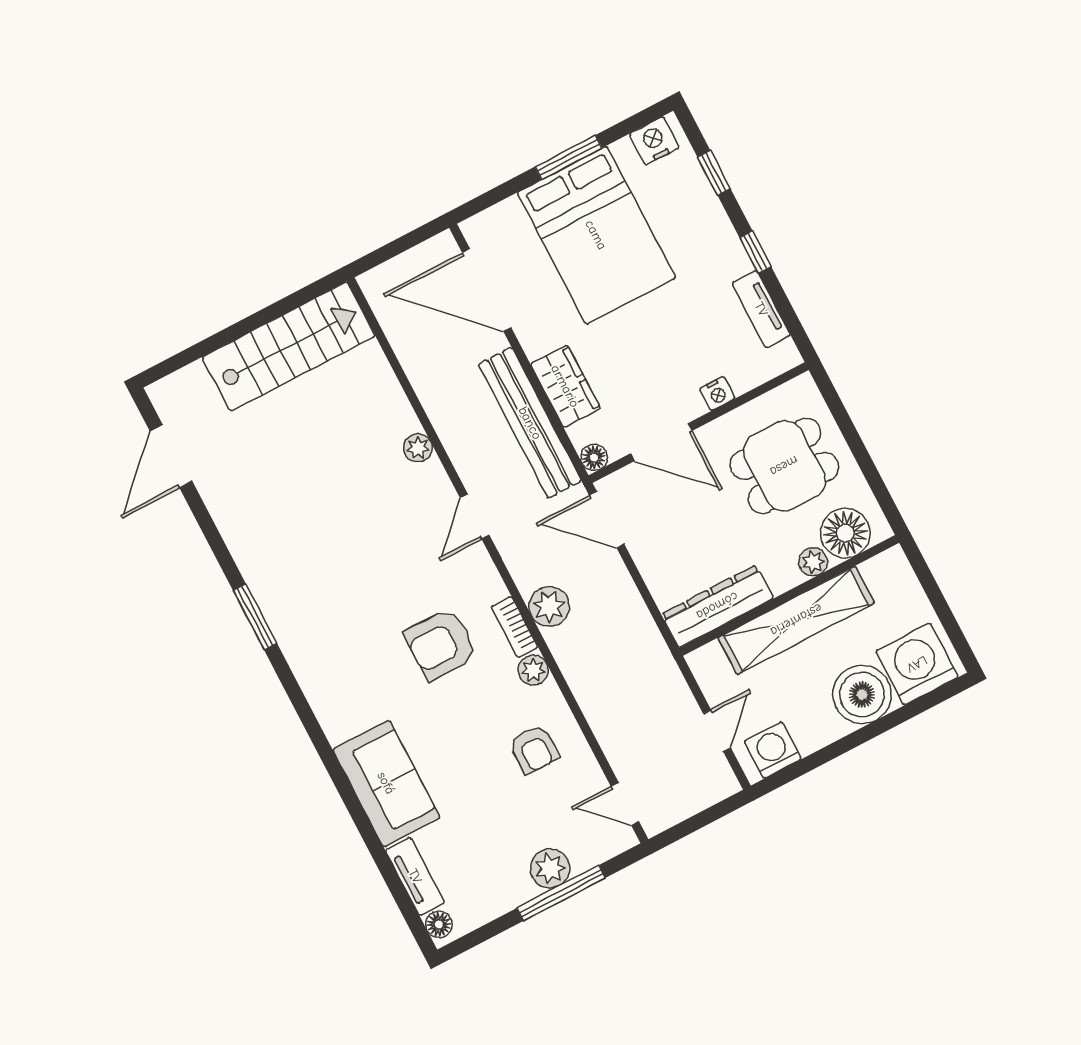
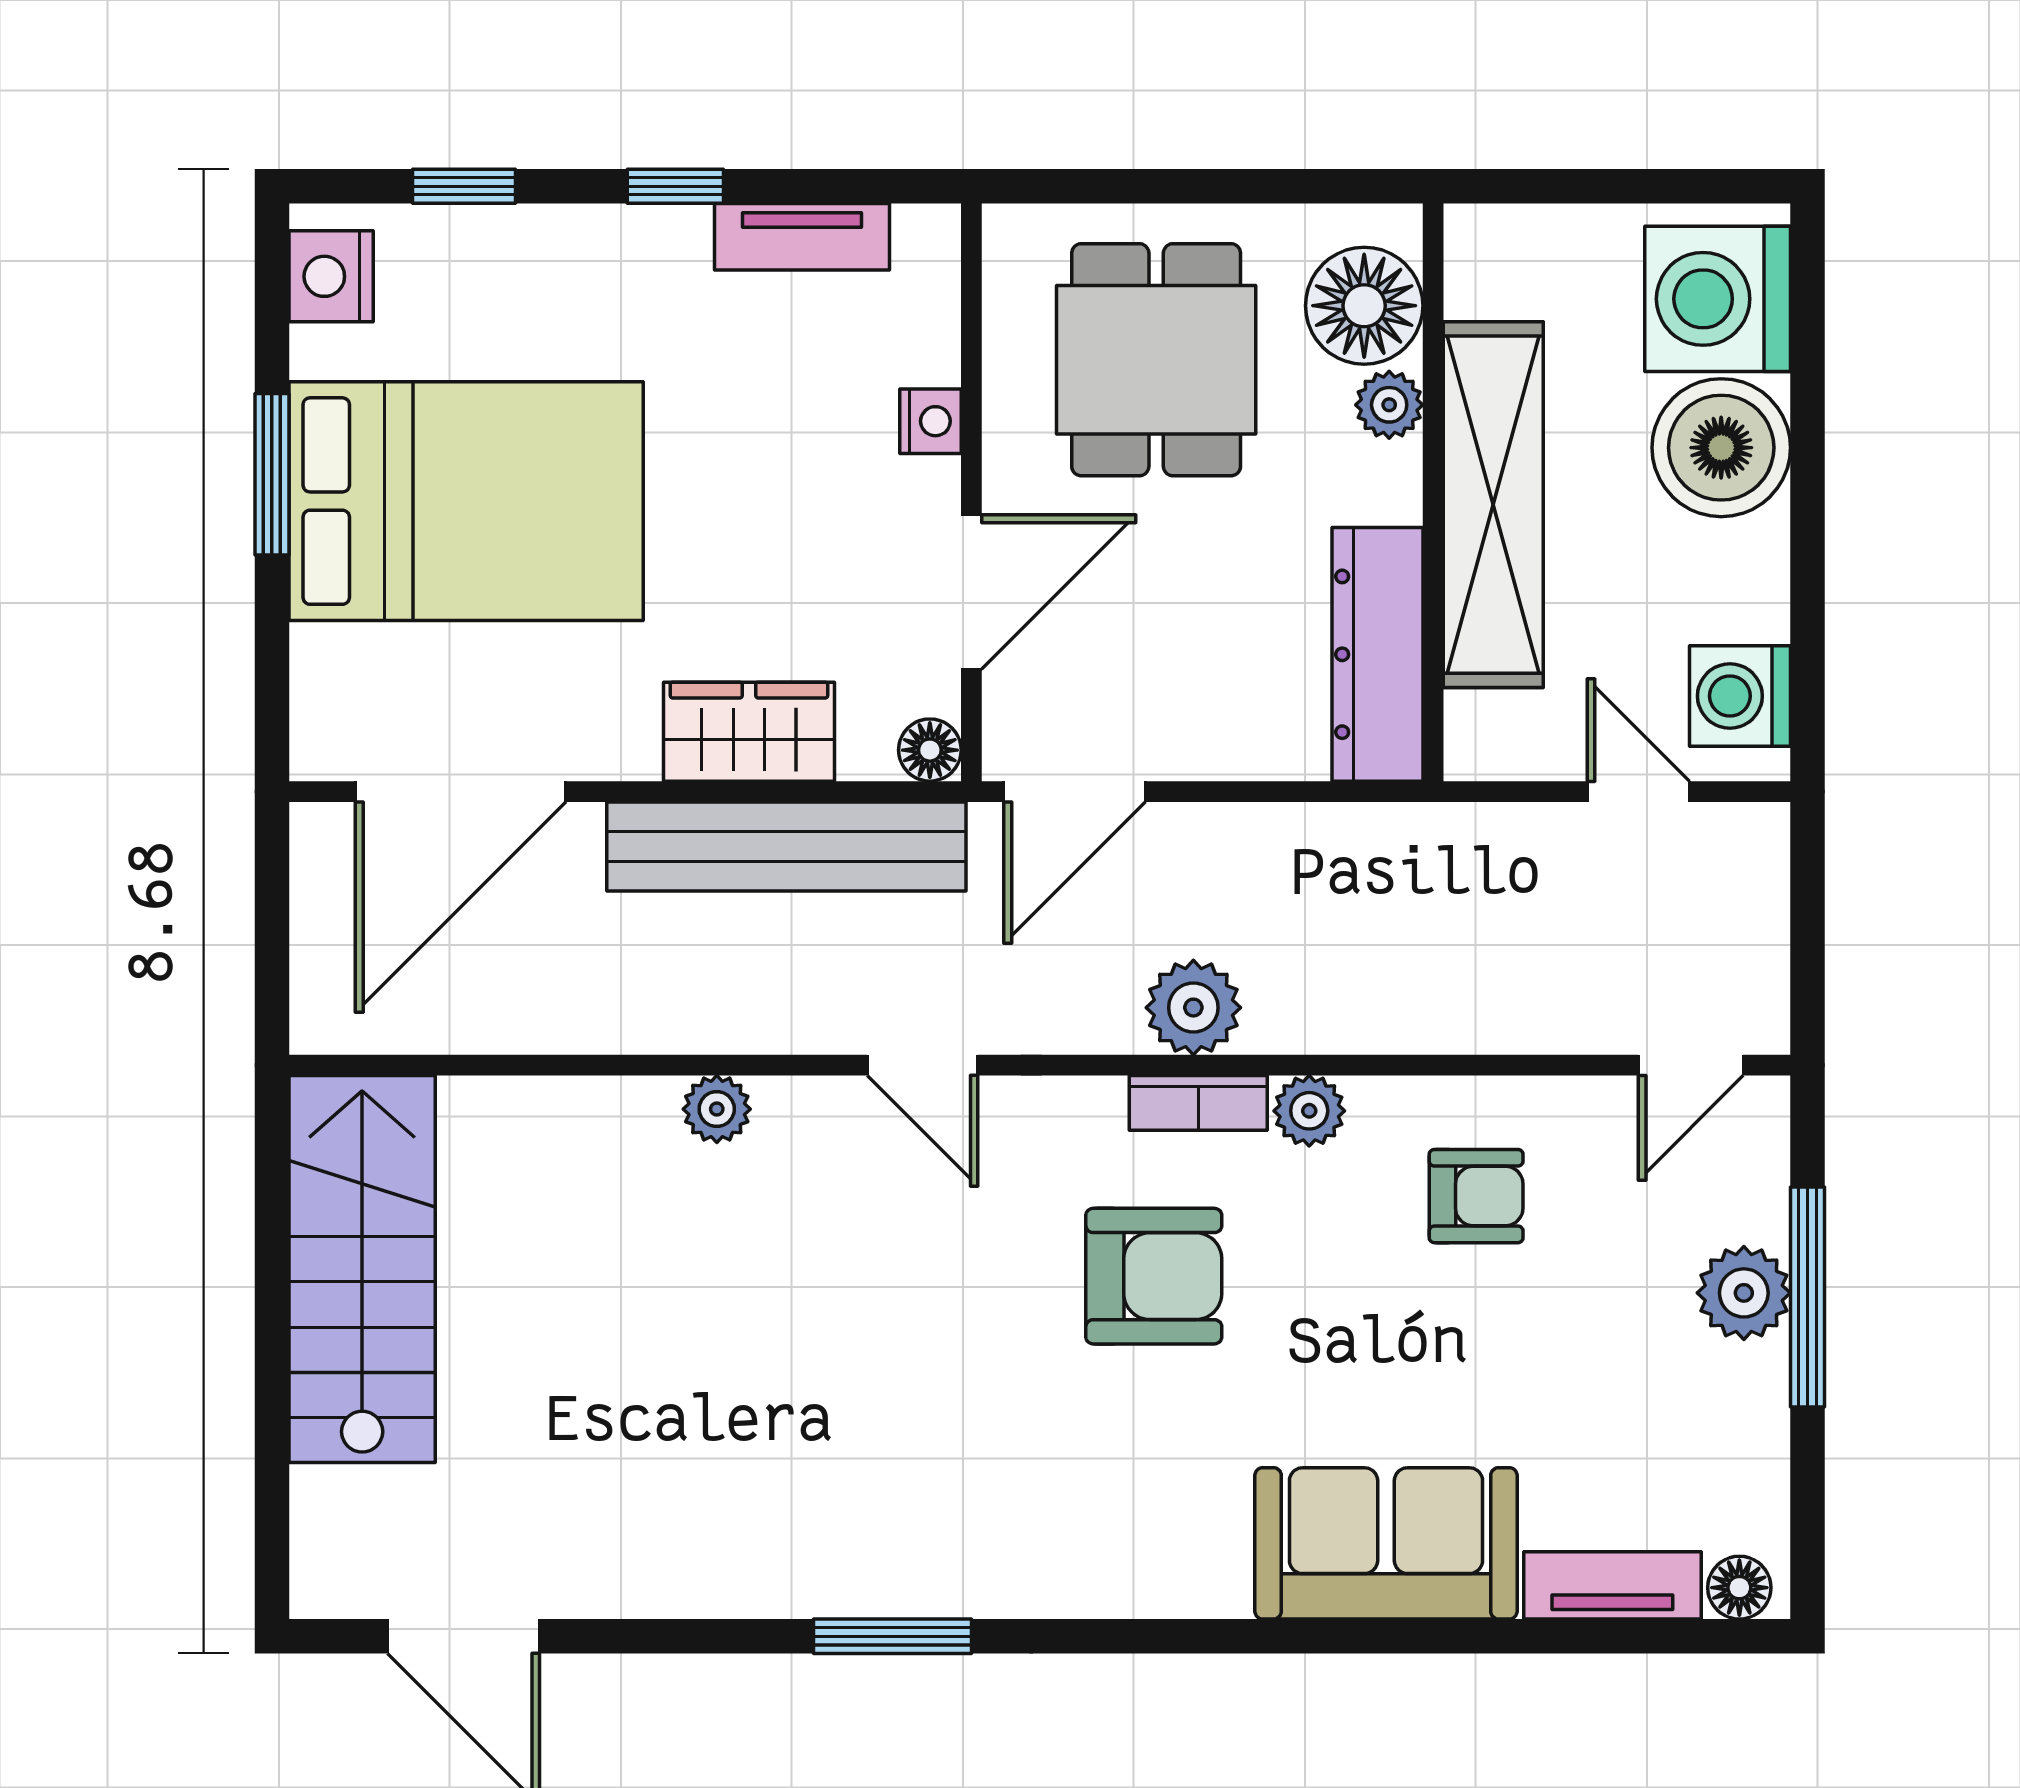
armchair: (441, 644) -> (1154, 1276), turned -90

